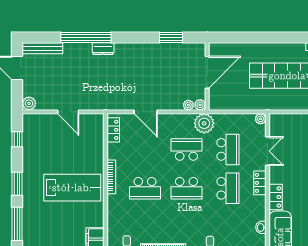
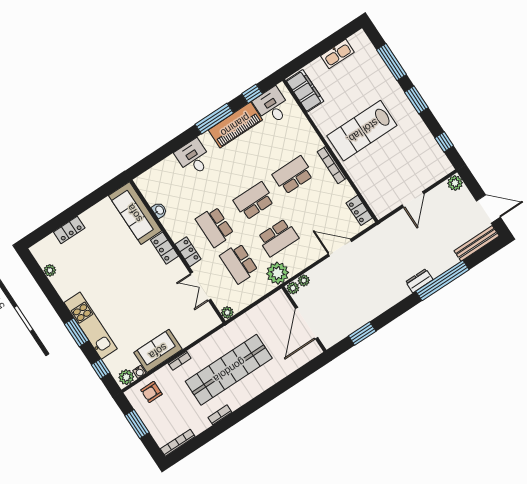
door: (68, 112) -> (413, 199), swing flipped

